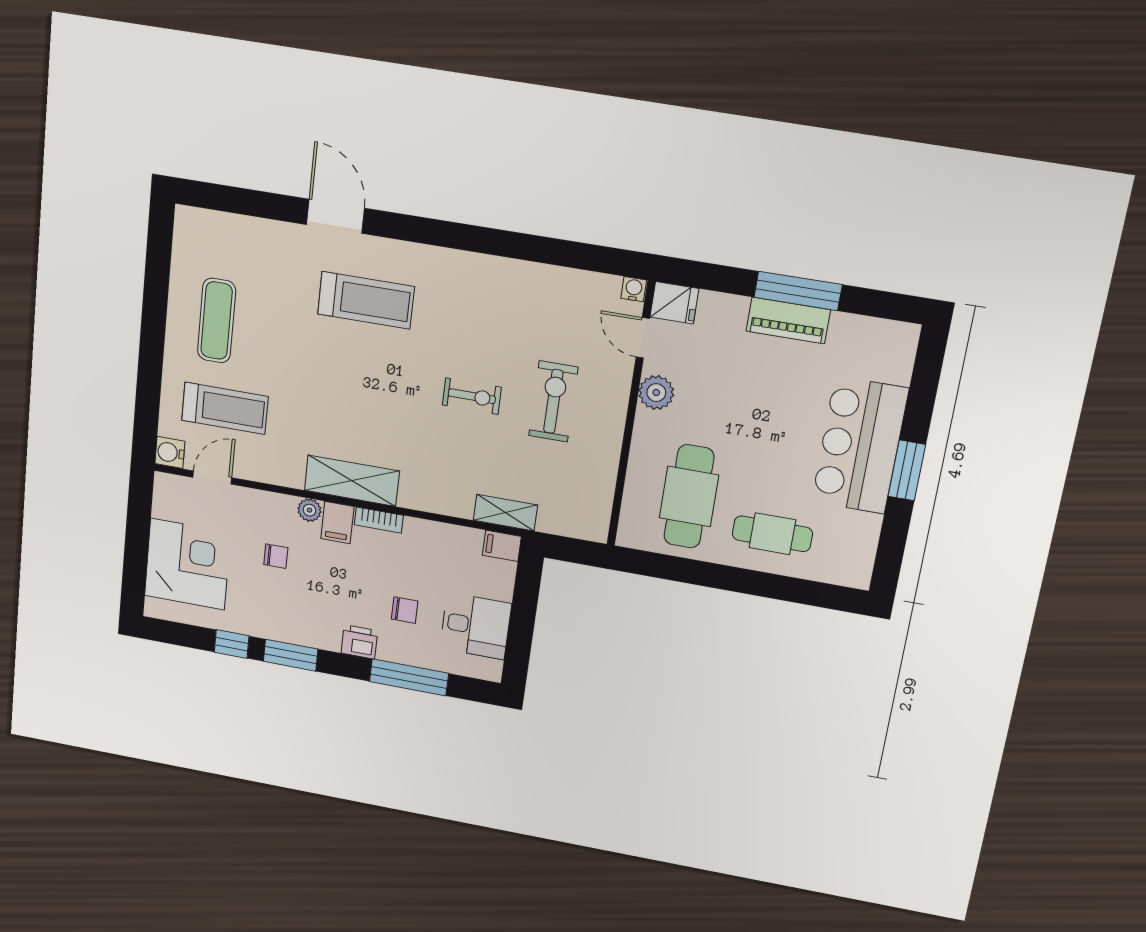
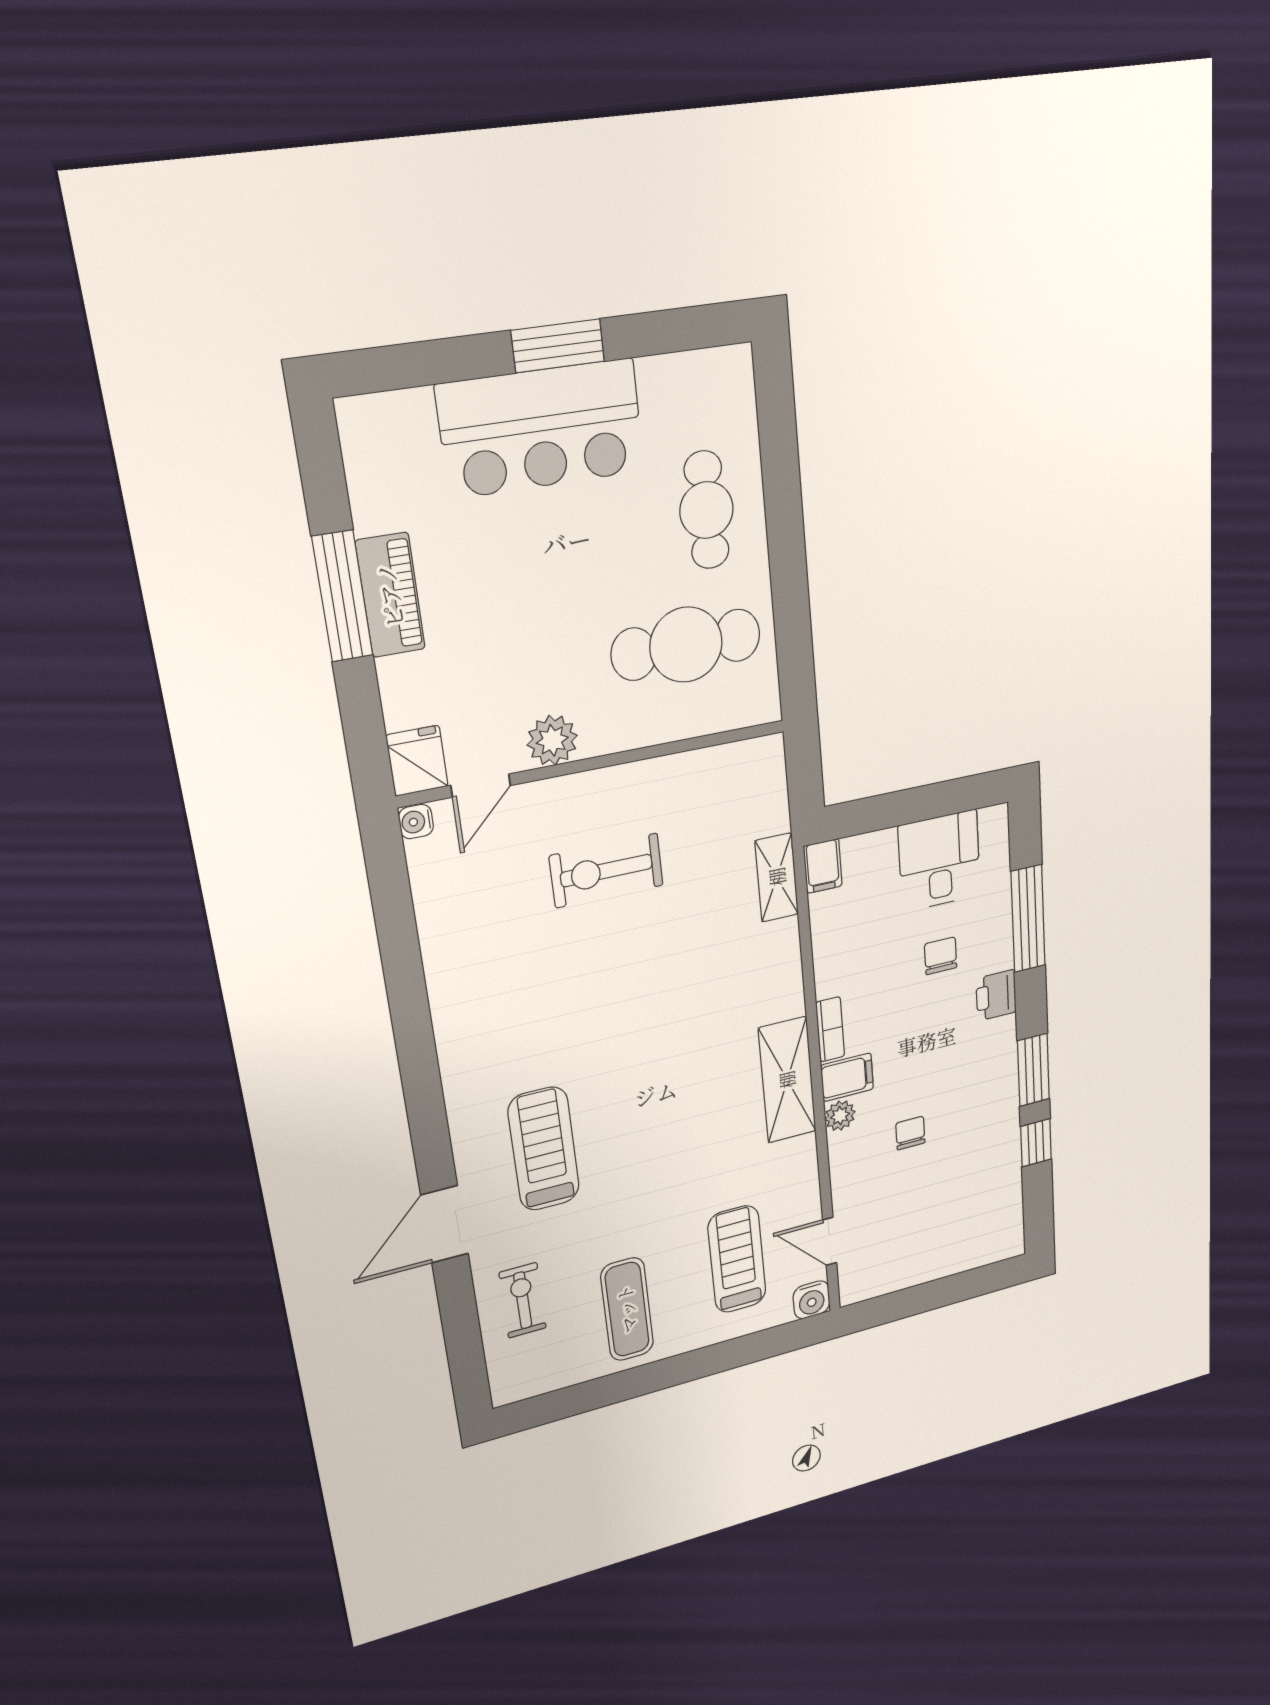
exercise mat: (217, 321) -> (627, 1309), turned 90
exercise bike: (472, 396) -> (523, 1300), moved
corner desk: (187, 564) -> (947, 1229), removed

